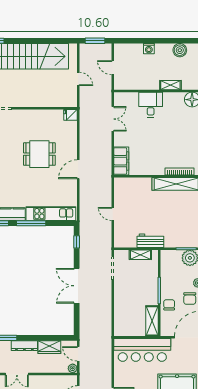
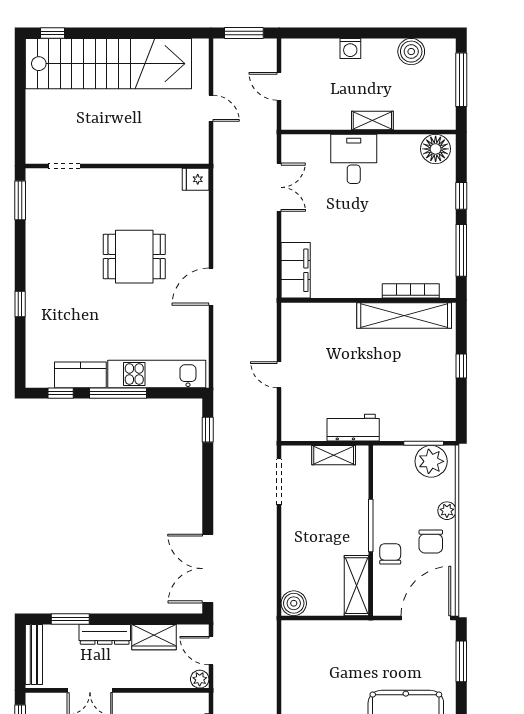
shelving: (170, 85) -> (372, 121), moved
double door: (77, 286) -> (208, 569), moved
boiler: (120, 330) -> (294, 603), added
bar counter: (142, 350) -> (337, 643), removed

